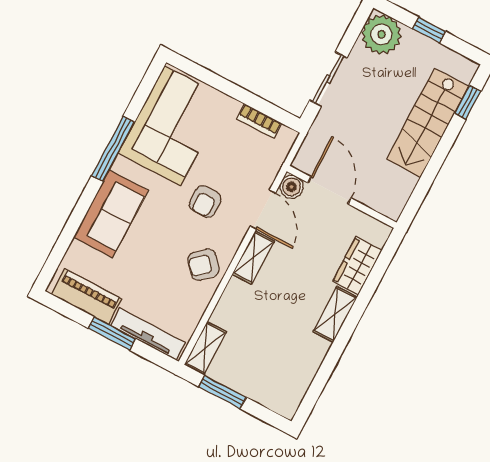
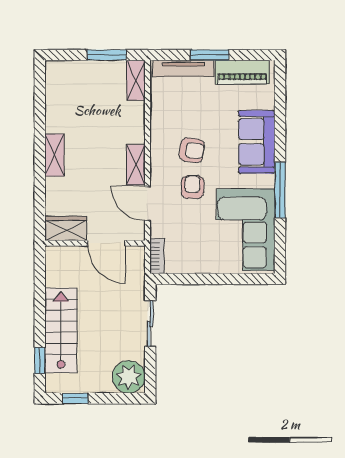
window: (429, 30) -> (75, 398), moved
bookcase: (259, 121) -> (157, 256), moved, turned 90
boiler: (291, 187) -> (135, 231), removed
armchair: (203, 265) -> (192, 150), moved, turned 50
wardrobe: (357, 266) -> (66, 229), moved, turned -90

